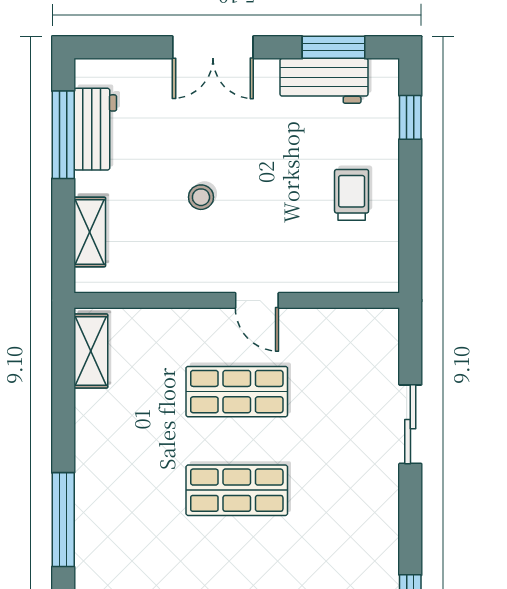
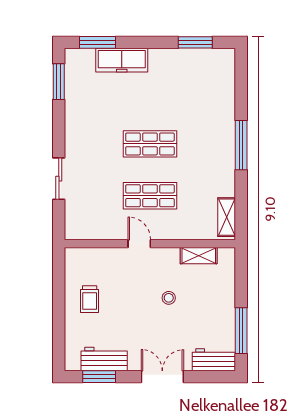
window: (410, 117) -> (59, 340), removed
workbench: (95, 129) -> (214, 360), moved, turned 90
shelving: (90, 232) -> (199, 256), moved, turned 90
window: (63, 520) -> (241, 145), moved

